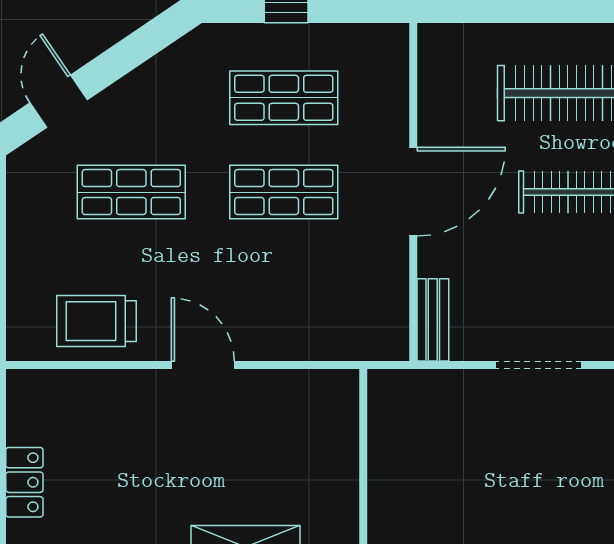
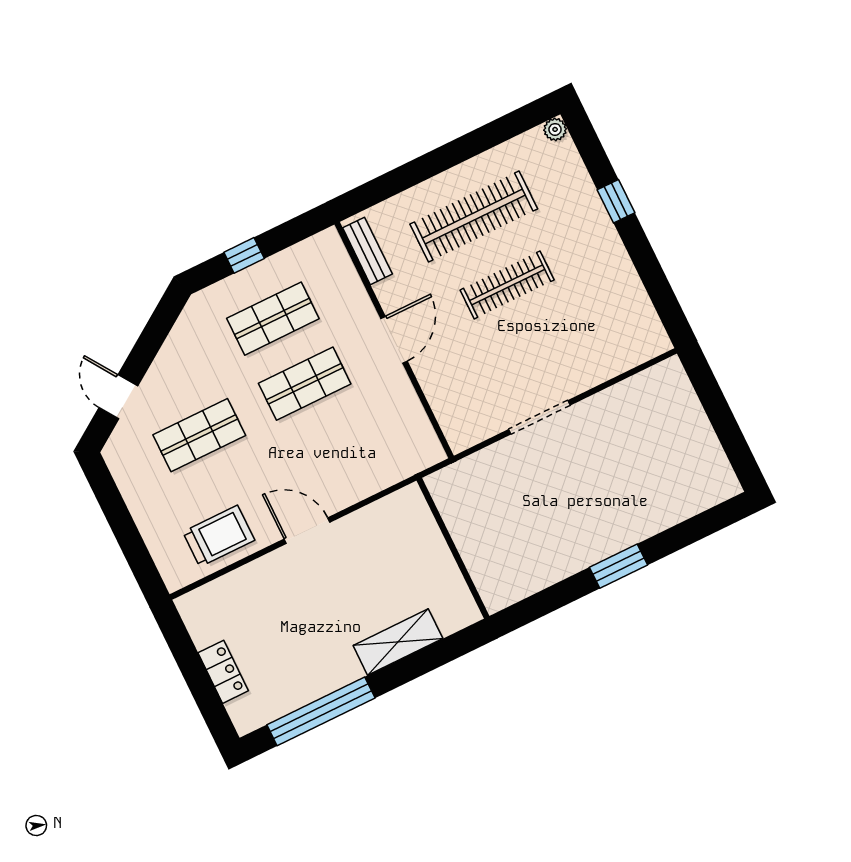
door: (413, 192) -> (394, 340), width x0.73
bench: (433, 320) -> (367, 251), moved
trolley: (96, 321) -> (219, 536), turned 180

